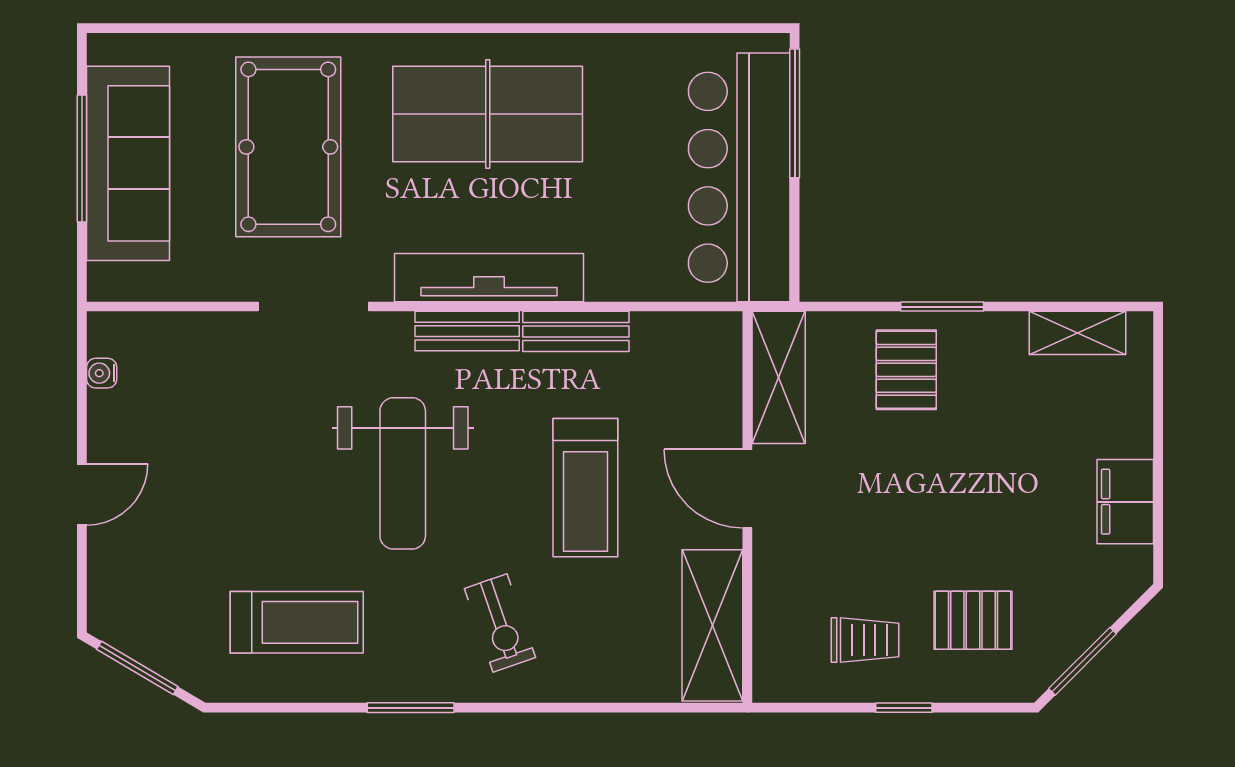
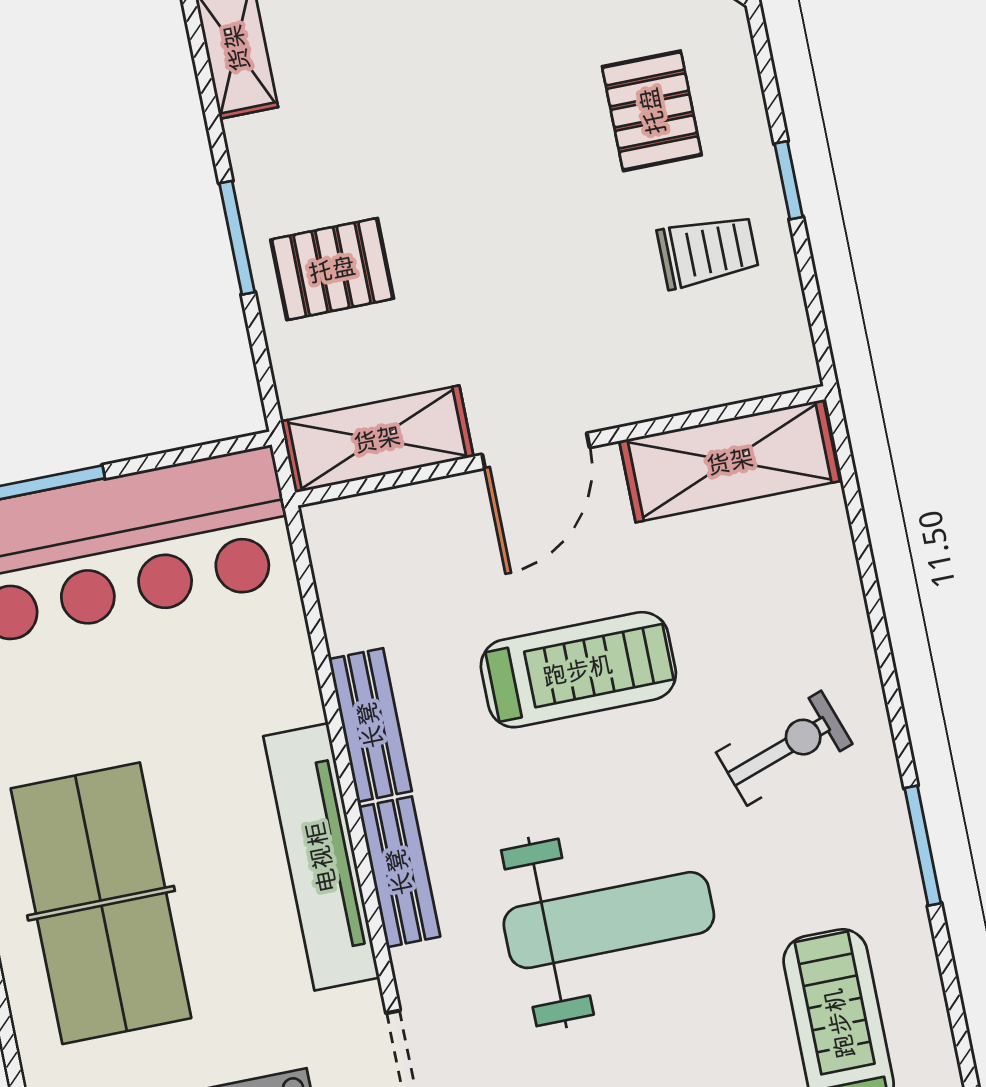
trolley: (865, 640) -> (708, 251), turned 90

